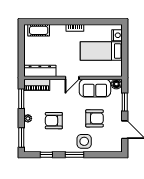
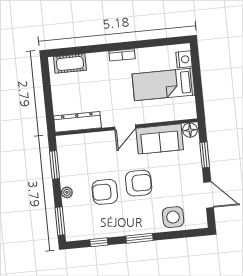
piano: (37, 85) -> (75, 143), removed
armchair: (94, 118) -> (139, 183), moved
side table: (84, 141) -> (173, 217), moved

